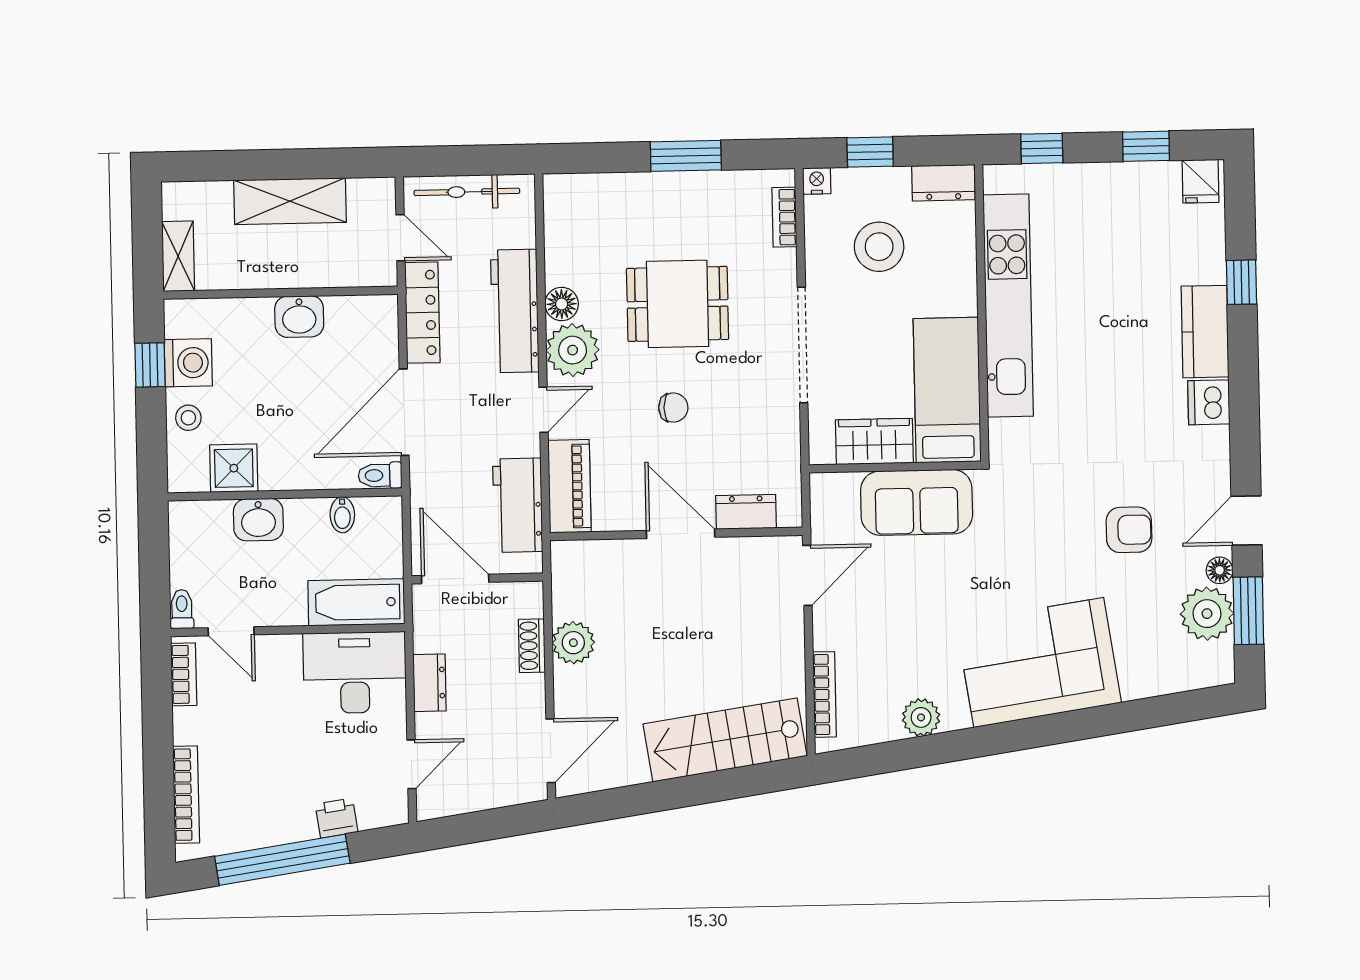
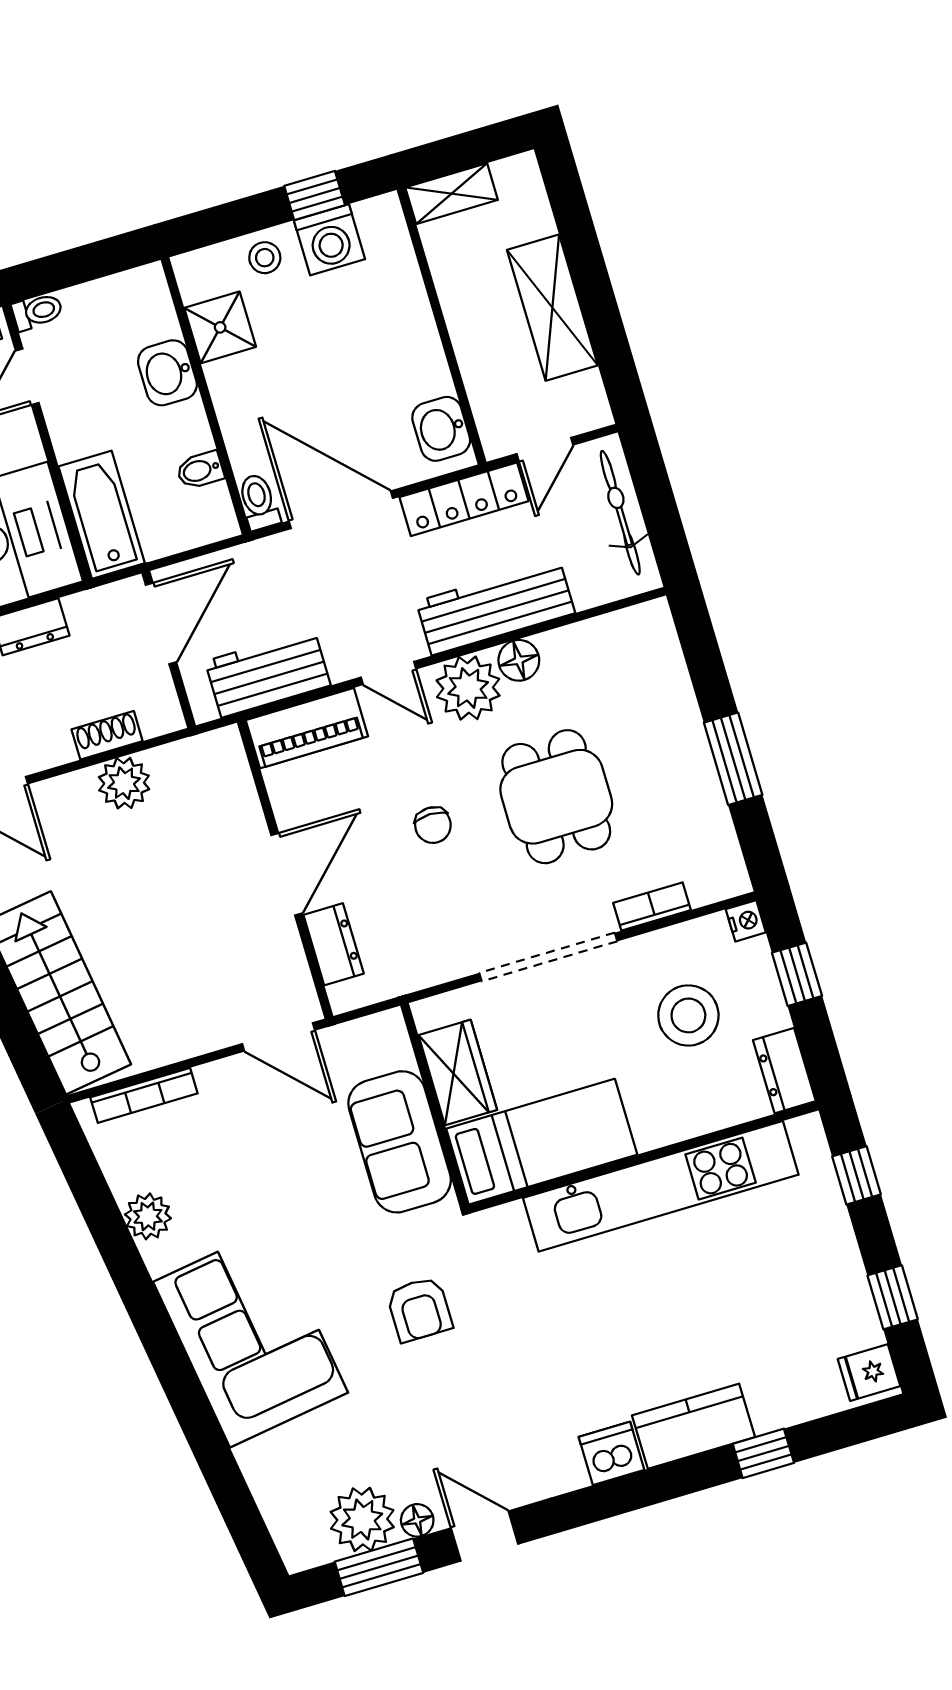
bookcase: (784, 217) -> (652, 906), moved
washbasin: (299, 317) -> (441, 429), moved
armchair: (1129, 530) -> (419, 1309), moved

